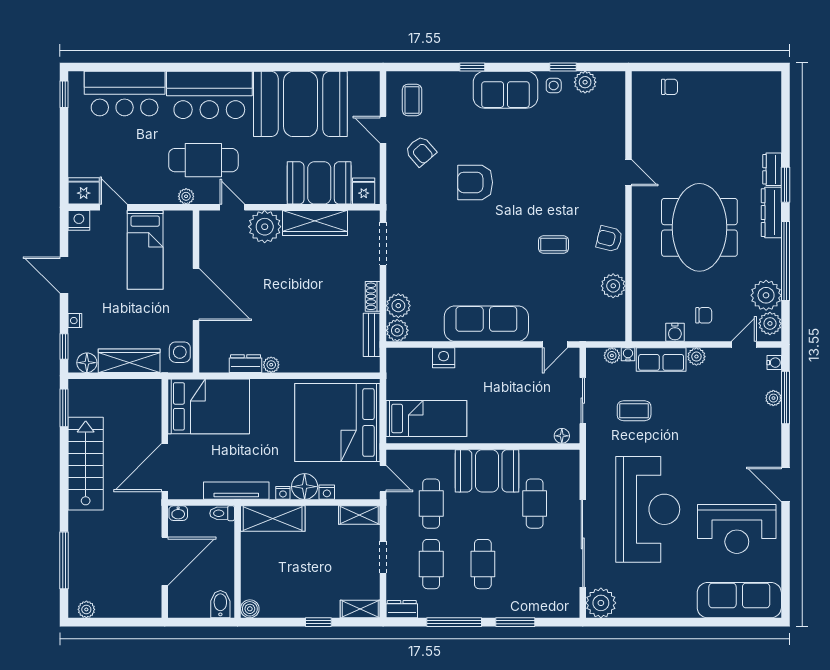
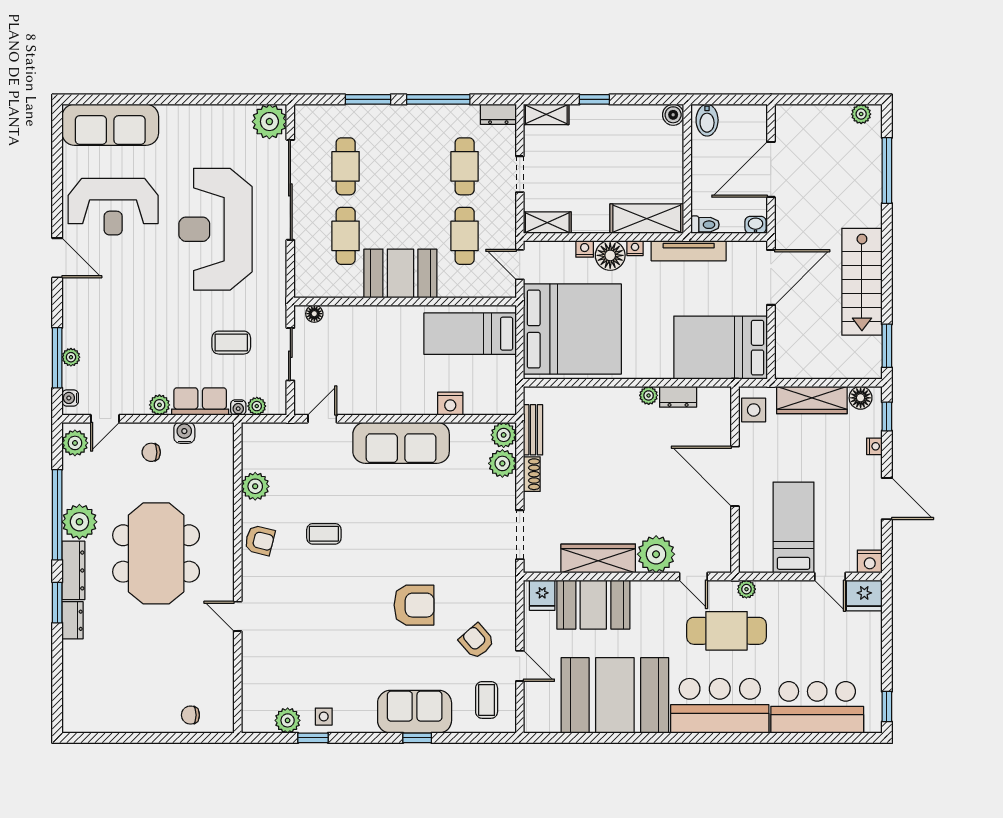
sofa: (505, 90) -> (415, 712), moved
plant: (766, 295) -> (79, 522), moved
reception desk: (737, 529) -> (113, 207), turned 180
cafe table: (483, 564) -> (346, 166), moved

